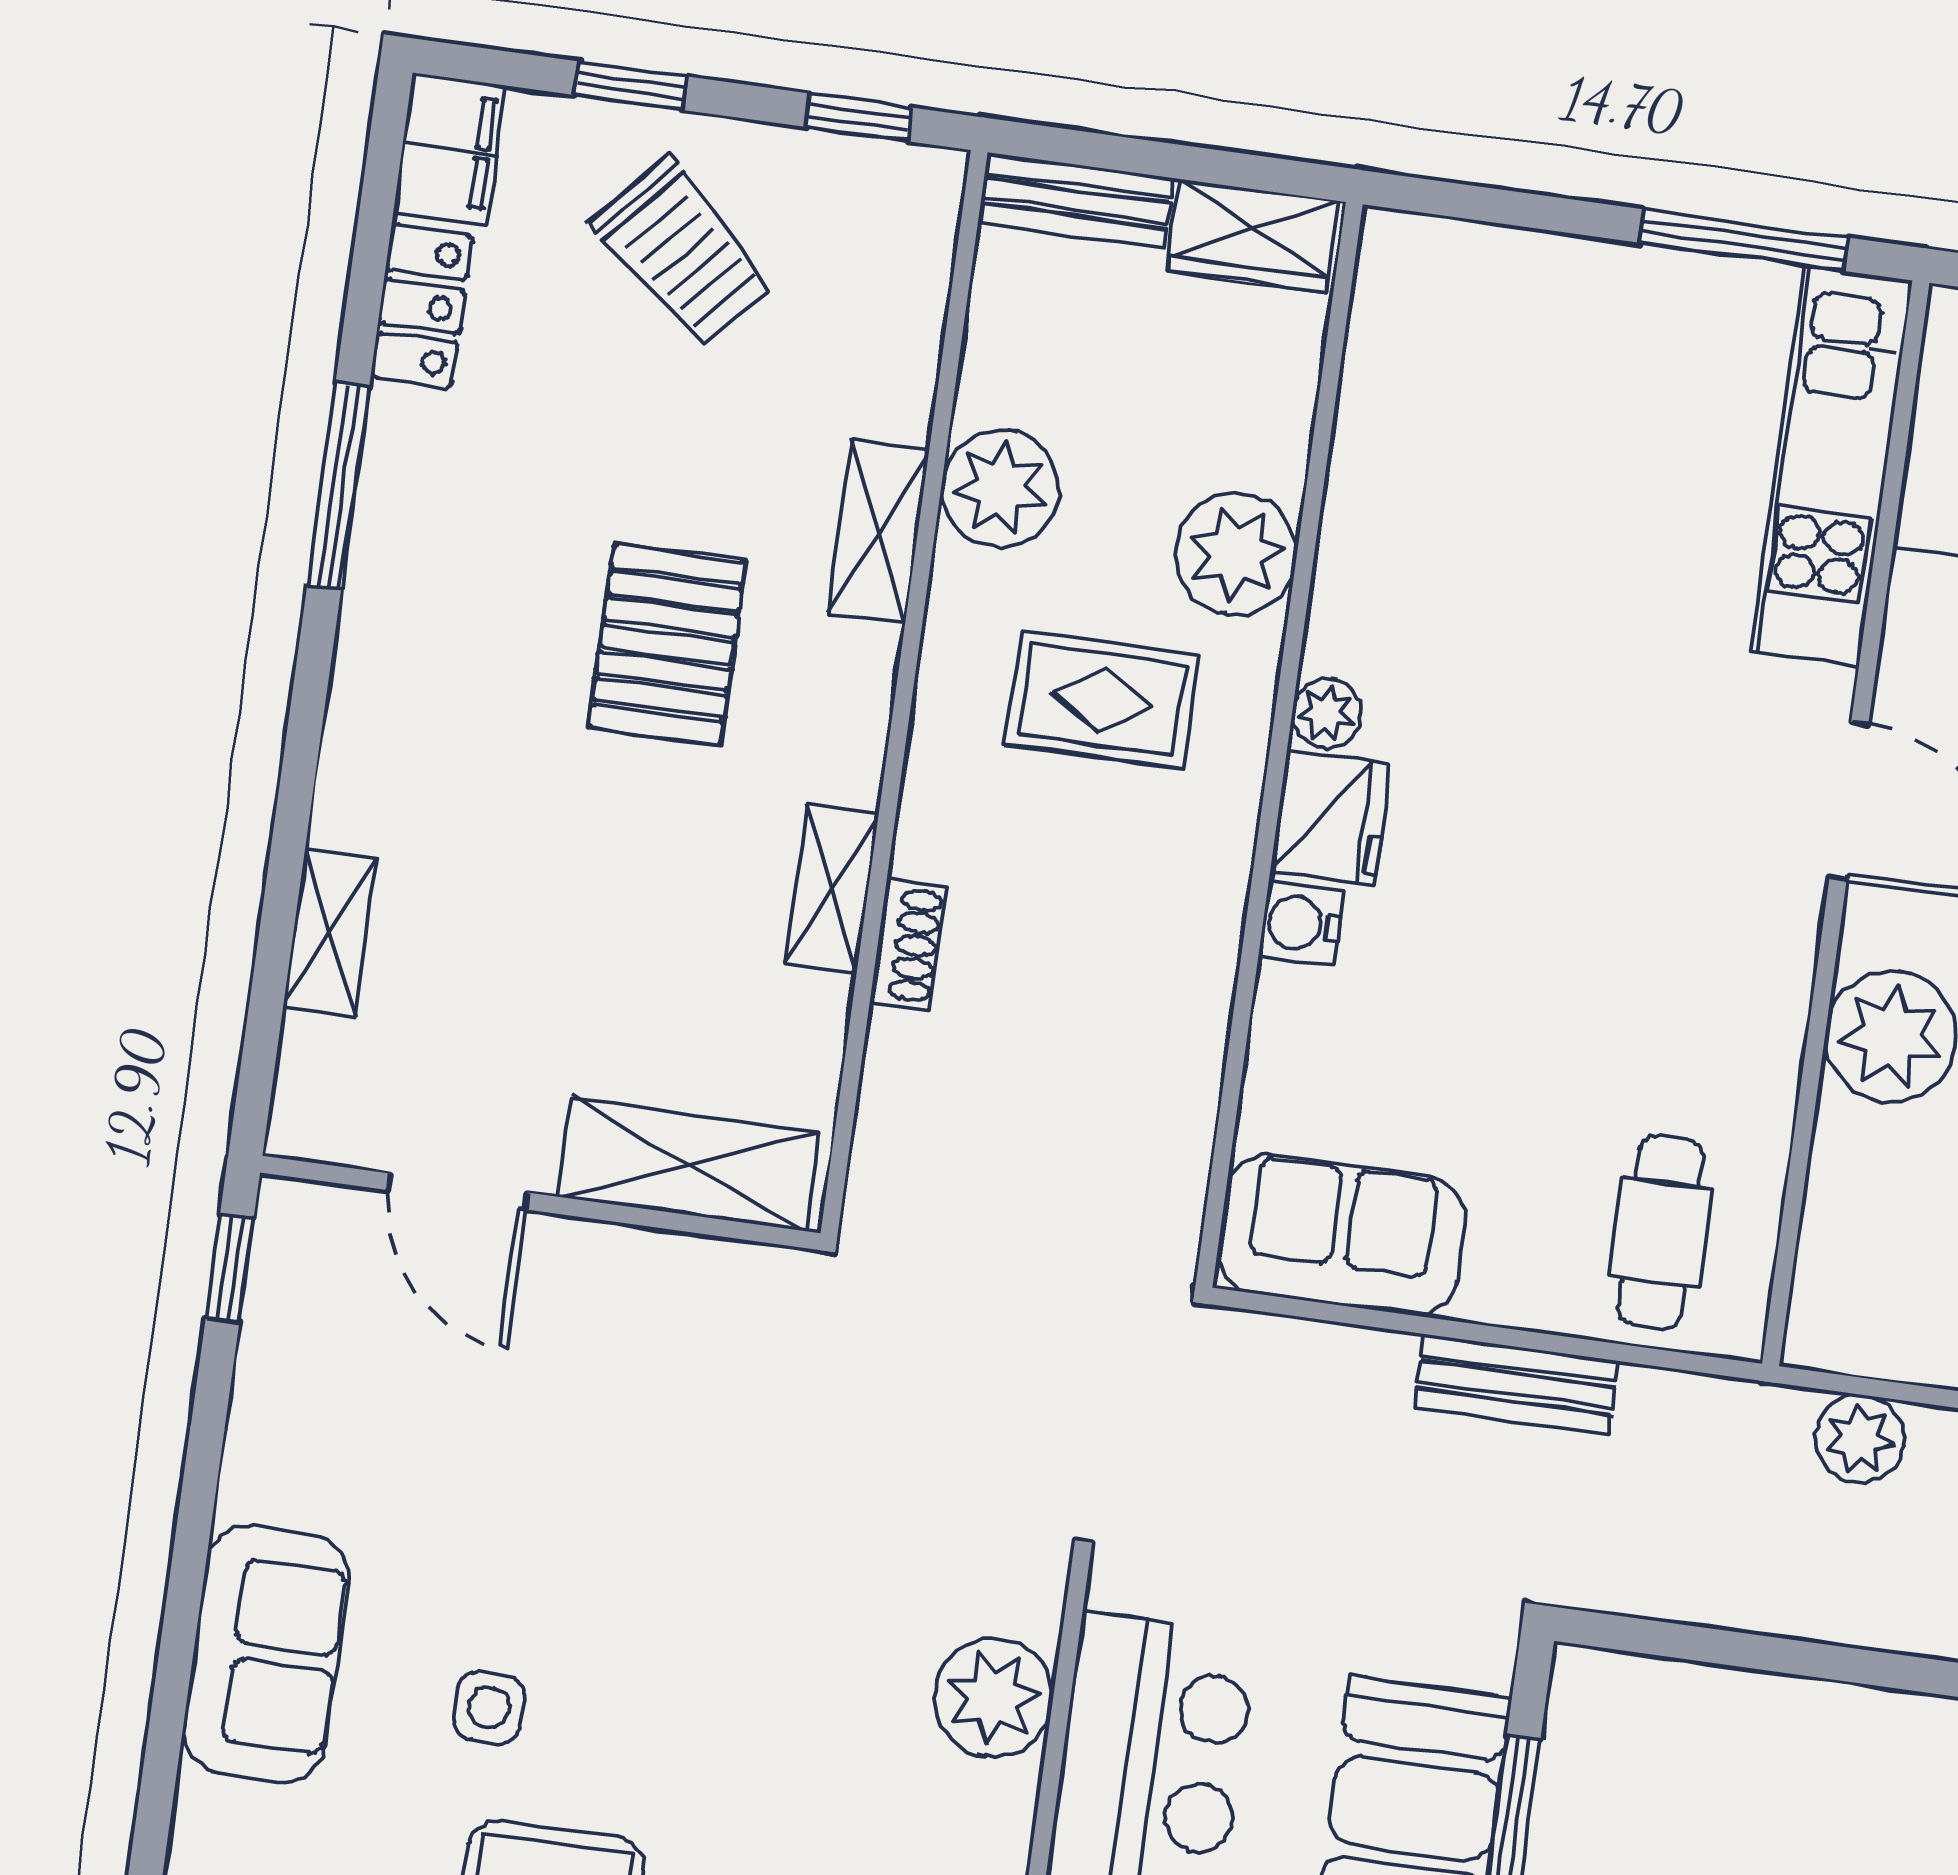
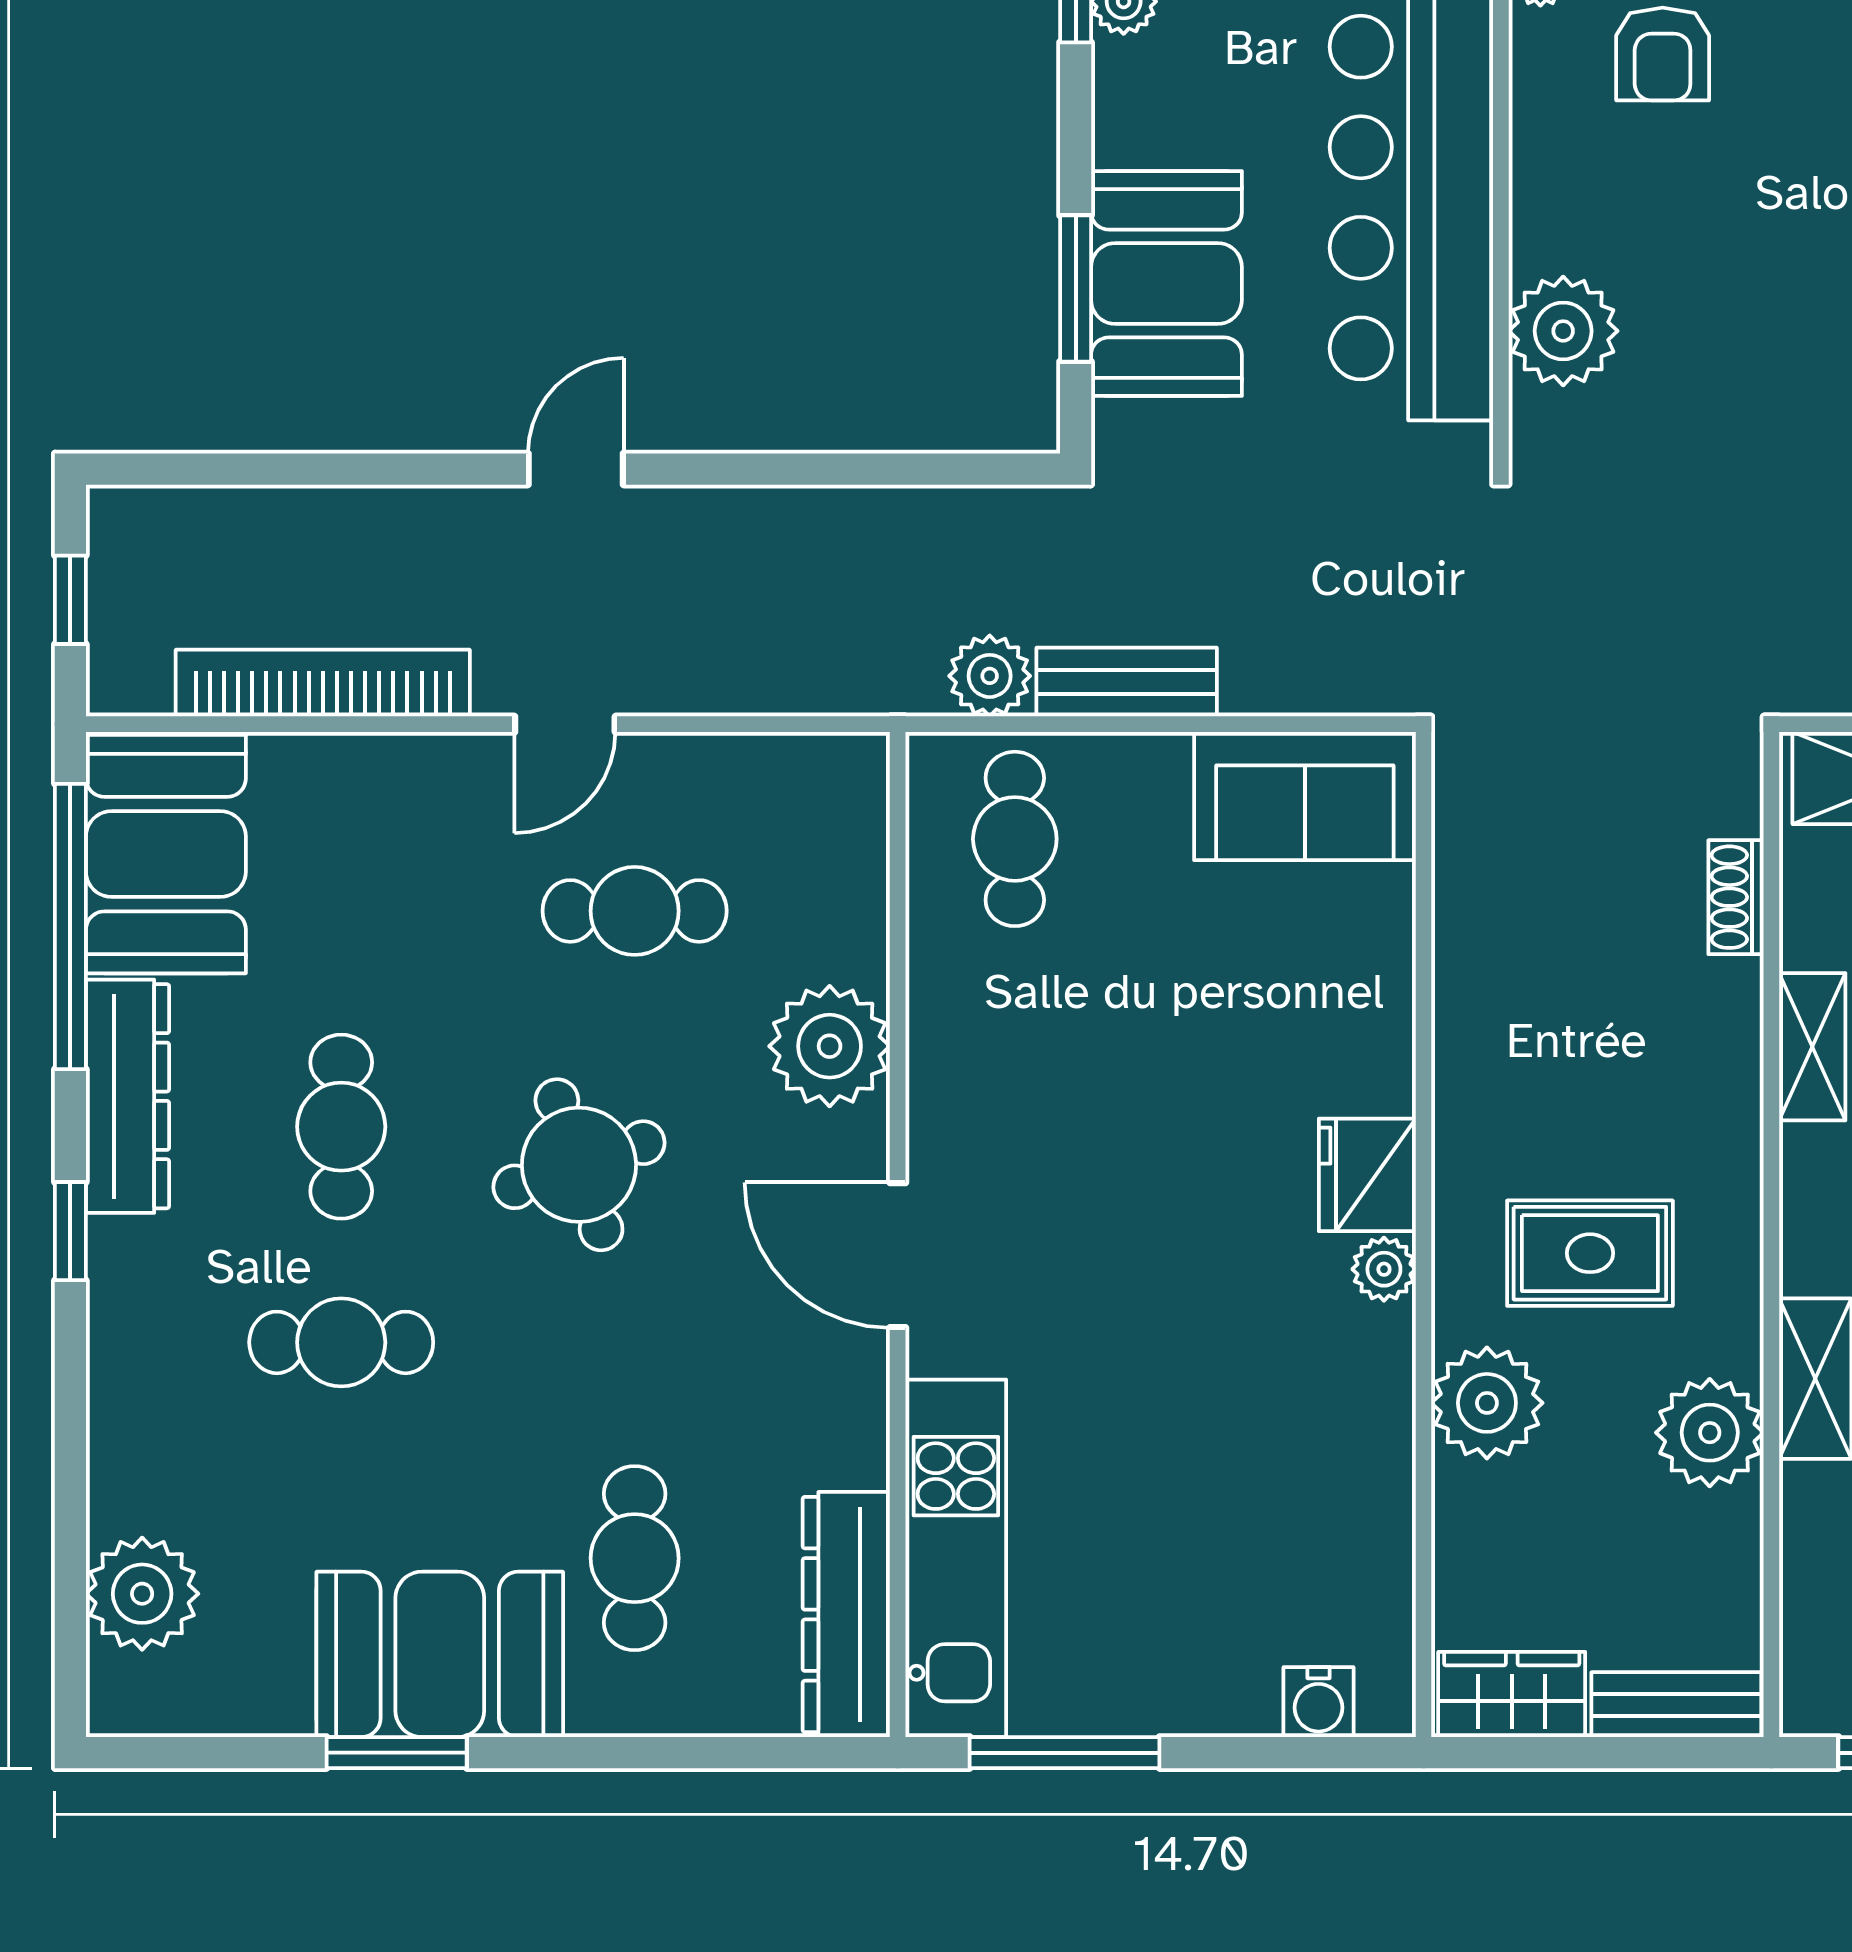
water cooler: (1301, 923) -> (1319, 1702), moved, turned 90
shoe rack: (908, 945) -> (1736, 897), moved
plant: (1859, 1439) -> (990, 676), moved

